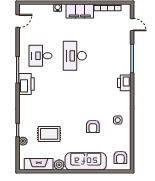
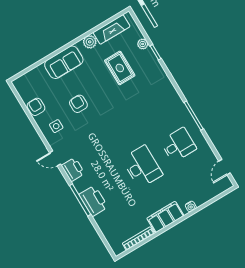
door: (132, 25) -> (55, 158), moved
printer: (27, 84) -> (93, 201), moved, turned 180
rug: (49, 134) -> (120, 68), turned 90
armchair: (120, 157) -> (36, 107), moved
sofa: (86, 161) -> (64, 62), width x0.73

